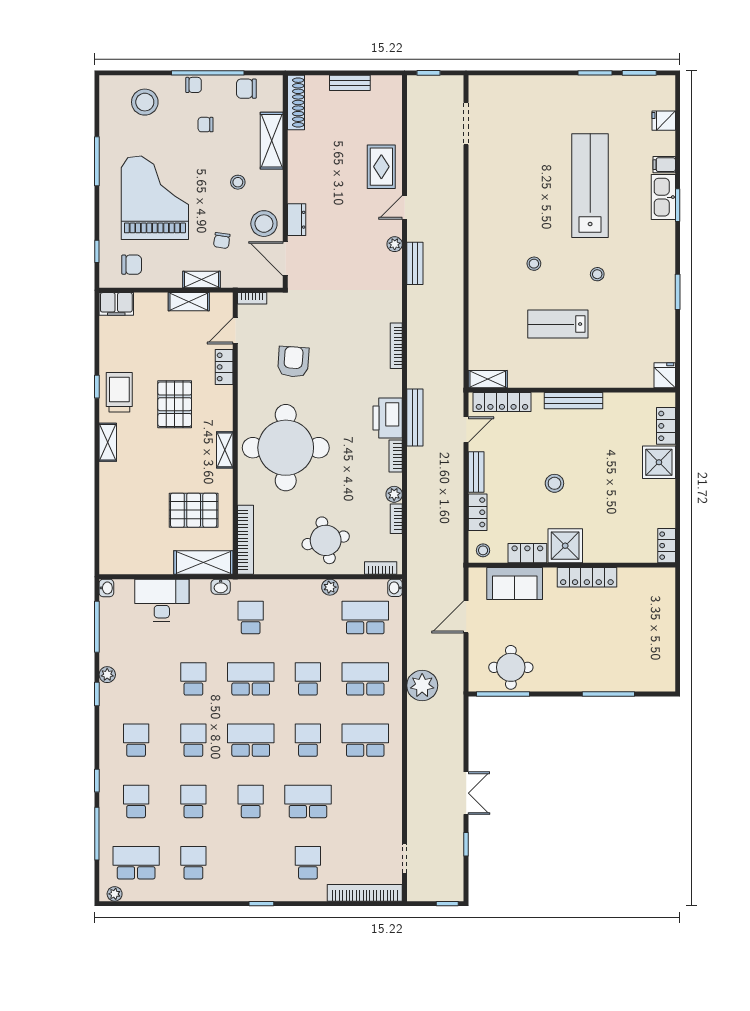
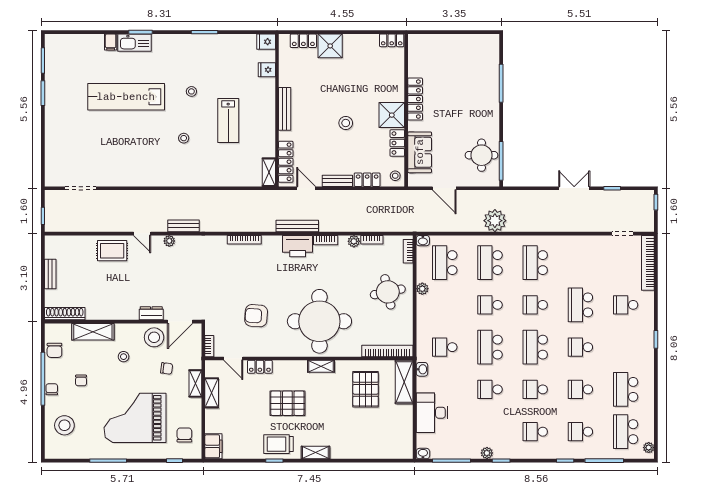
fridge: (664, 121) -> (267, 70), moved, turned 90
school desk: (193, 863) -> (626, 389), width x1.85

